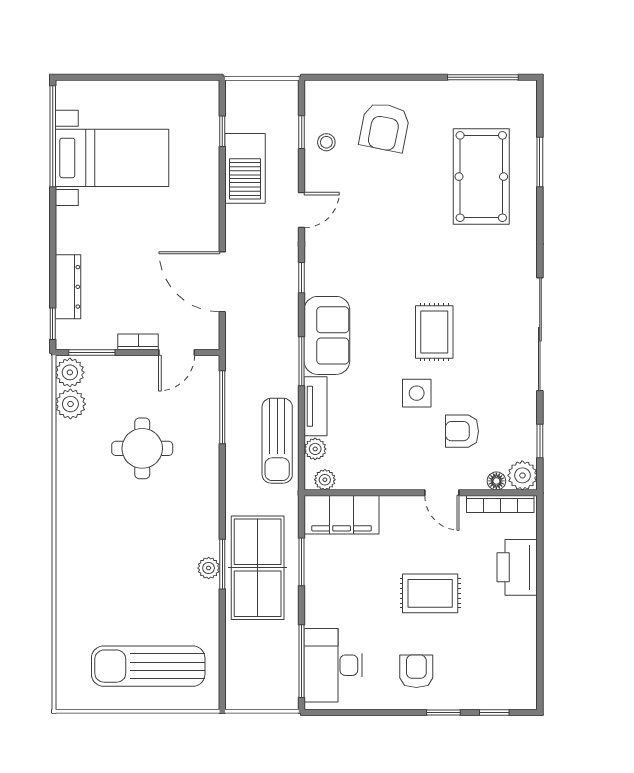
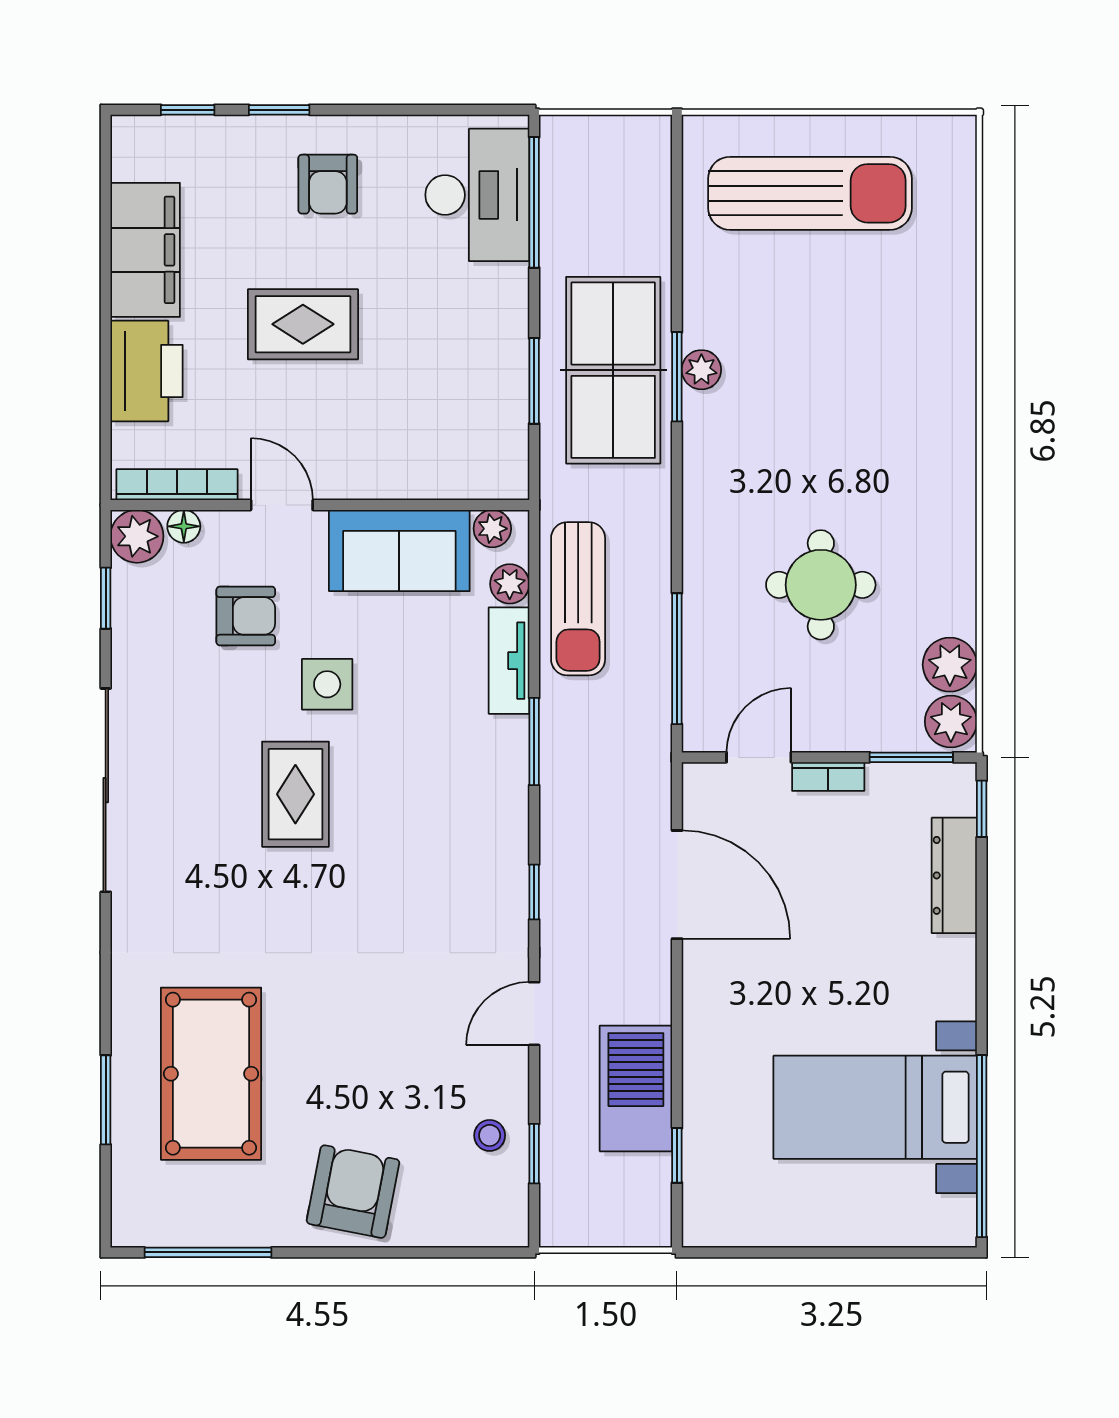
armchair: (385, 127) -> (353, 1192), moved
sofa: (327, 335) -> (399, 550), moved, turned -90
sun lounger: (277, 441) -> (578, 599), turned 180
filing cabinet: (342, 515) -> (145, 250), moved, turned 90

